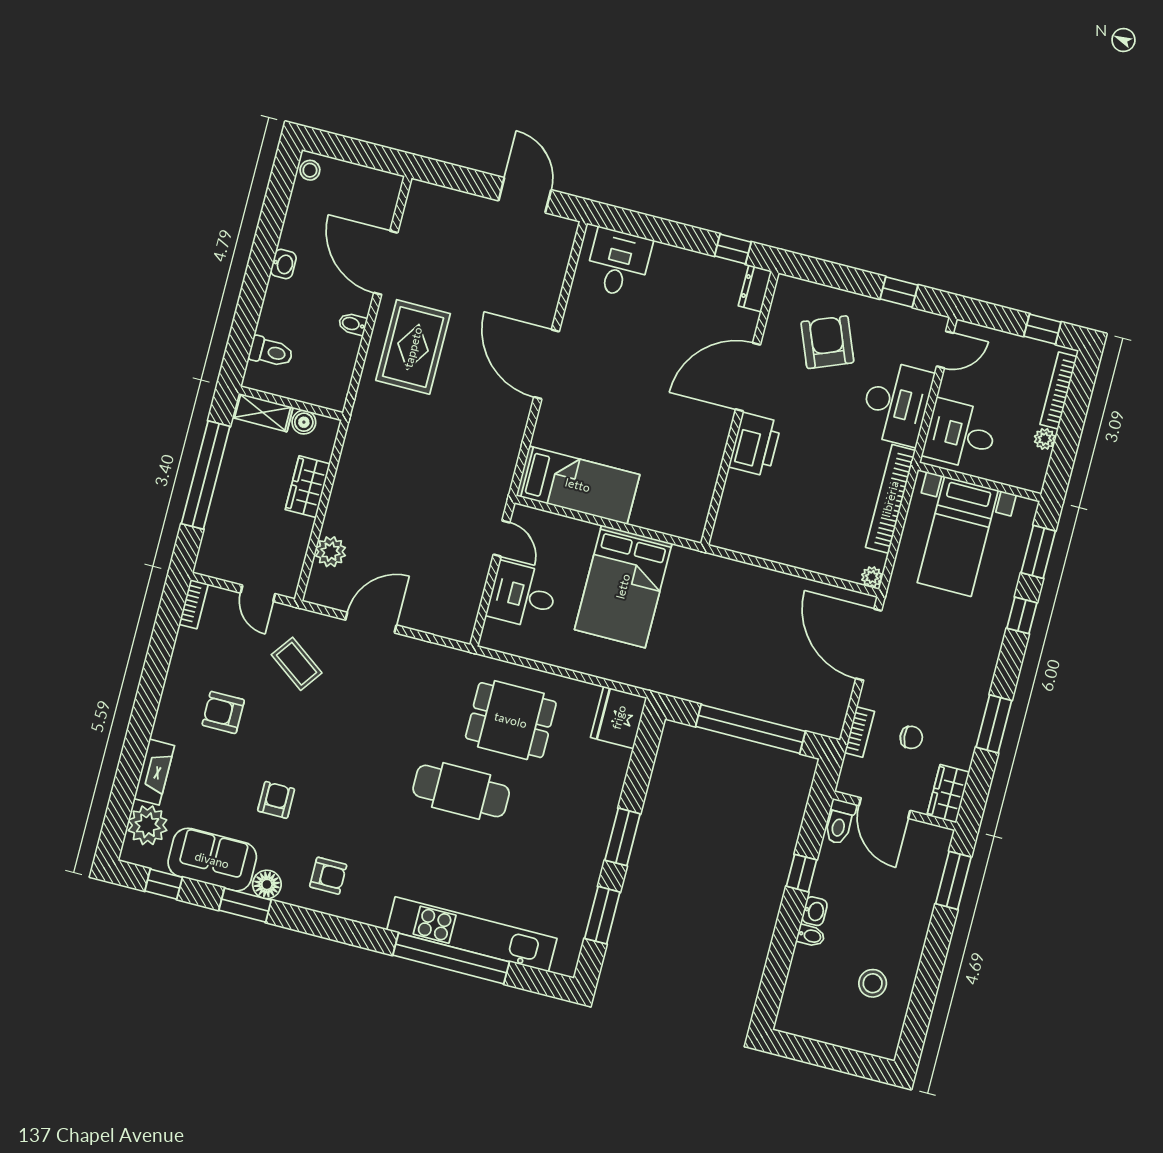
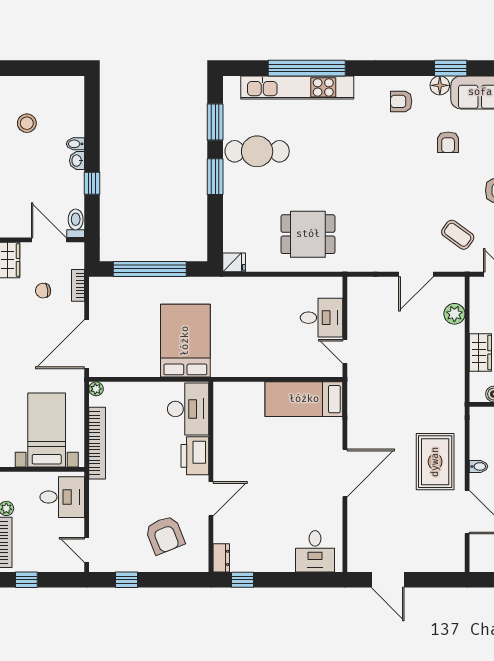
door: (945, 350) -> (87, 550), hinge flipped
door: (547, 364) -> (345, 473), hinge flipped
door: (748, 377) -> (211, 499), width x0.73
desk: (896, 403) -> (188, 409), moved, turned 180
bed: (623, 586) -> (185, 341), moved
door: (869, 645) -> (87, 344), swing flipped
fridge: (619, 717) -> (234, 262), width x0.53, depth x0.75
cafe table: (461, 791) -> (257, 151), moved

